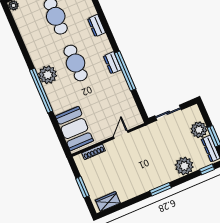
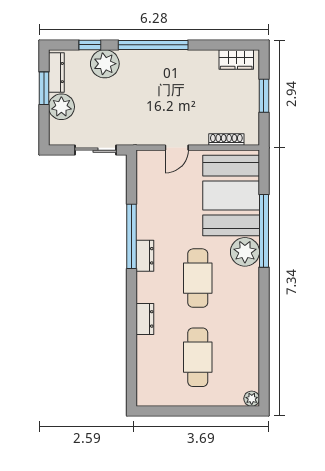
plant: (48, 75) -> (245, 252), moved
window: (41, 91) -> (264, 231), moved
booth: (74, 129) -> (231, 196), width x1.36, depth x1.42
window: (207, 169) -> (90, 45), moved
window: (161, 189) -> (153, 45), width x2.11

